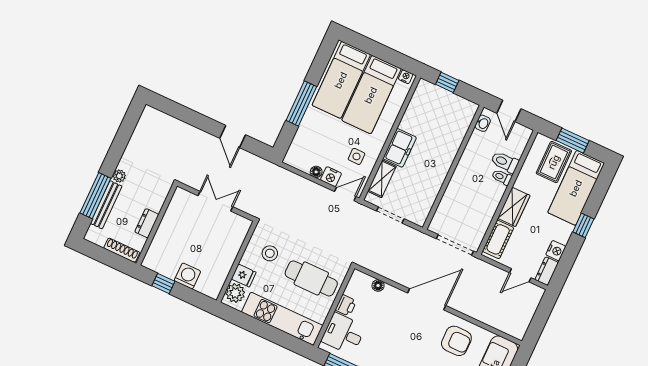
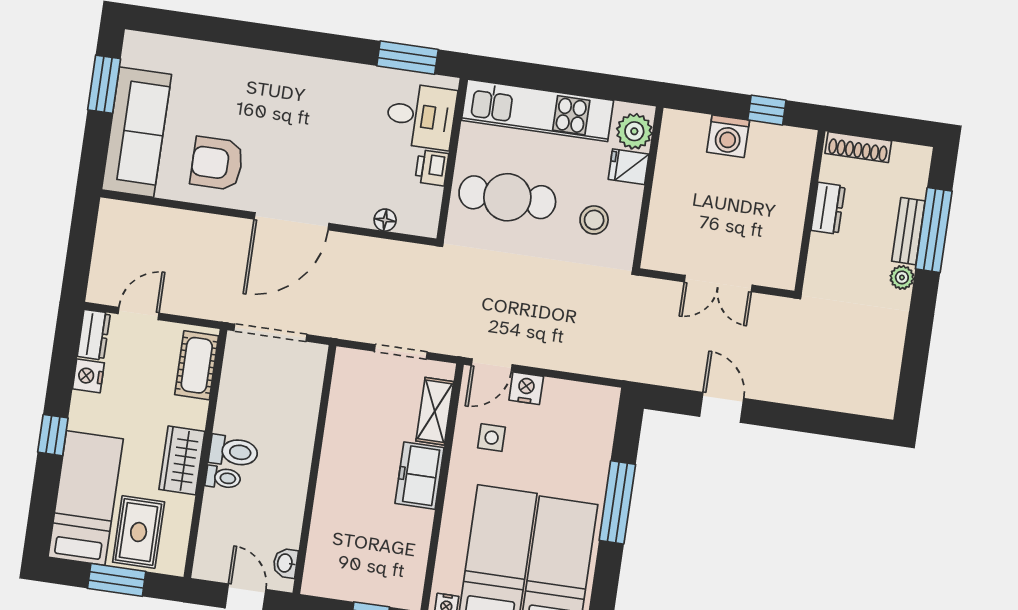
toilet: (505, 162) -> (234, 451), moved
floor lamp: (316, 172) -> (555, 389), removed
bench: (106, 205) -> (908, 231), width x0.73
wardrobe: (514, 207) -> (182, 460), moved

